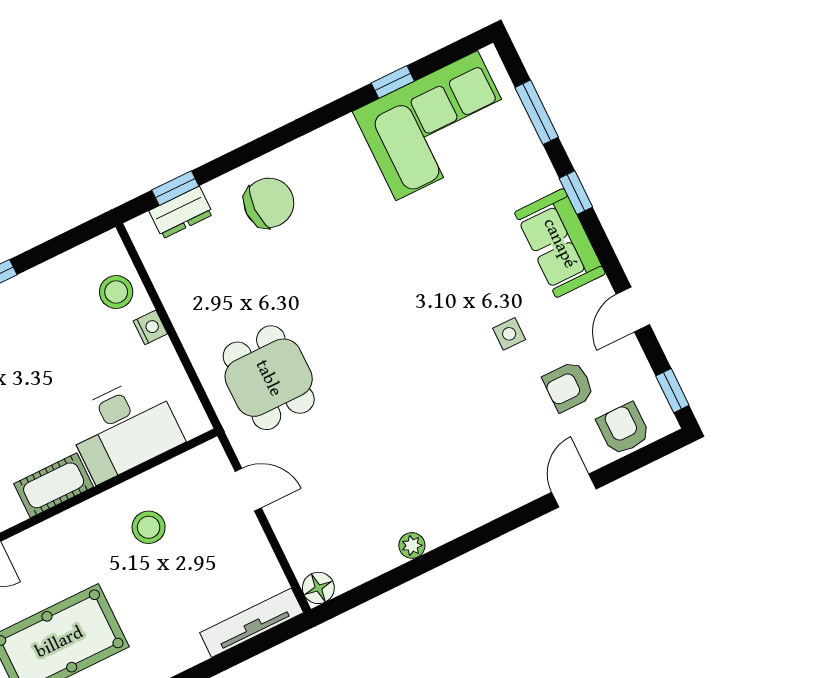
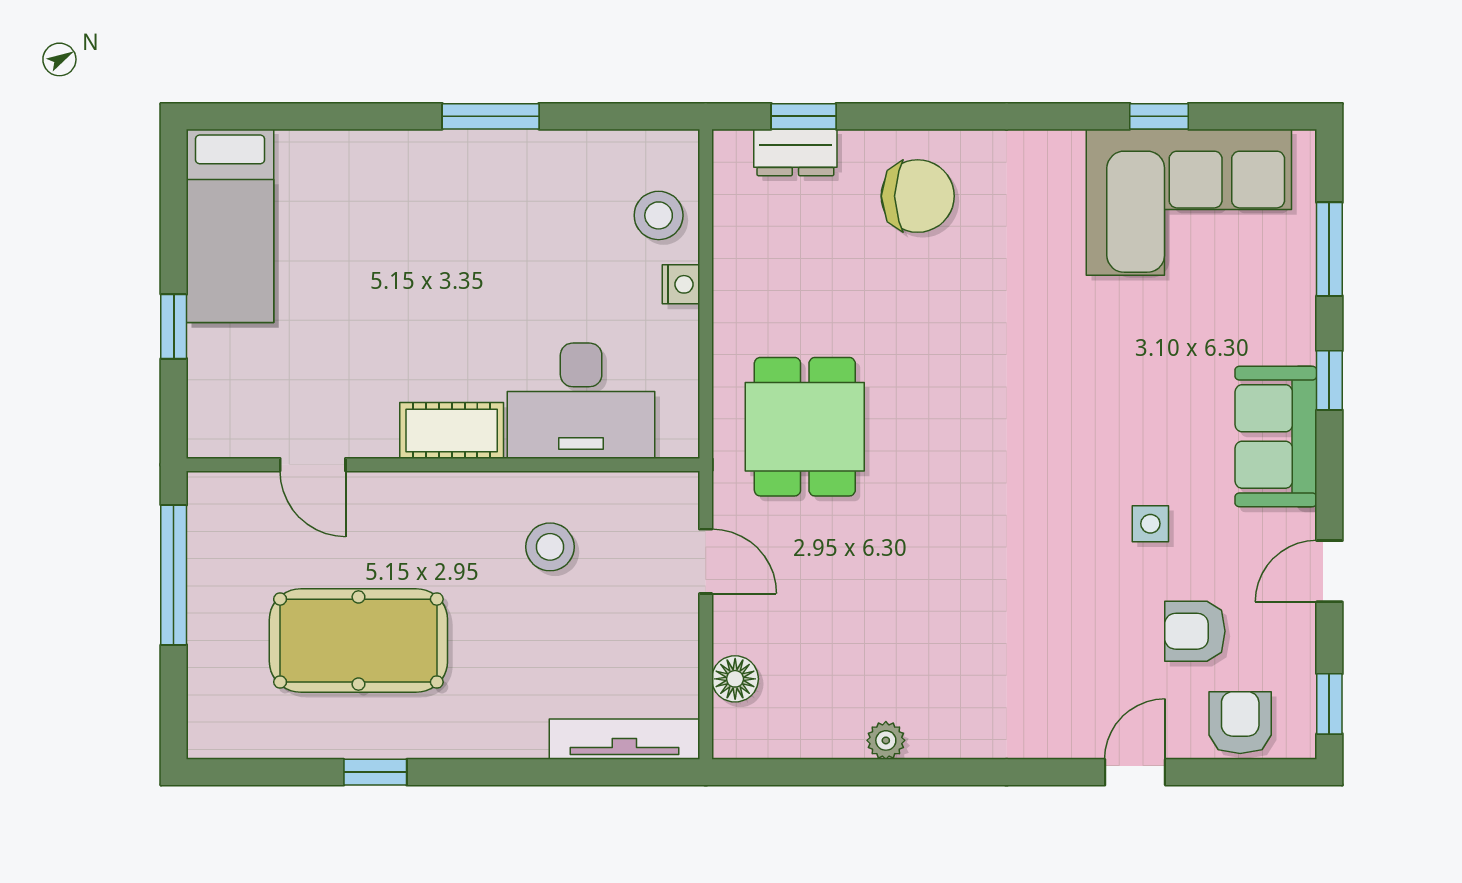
floor lamp: (318, 588) -> (735, 679), moved

